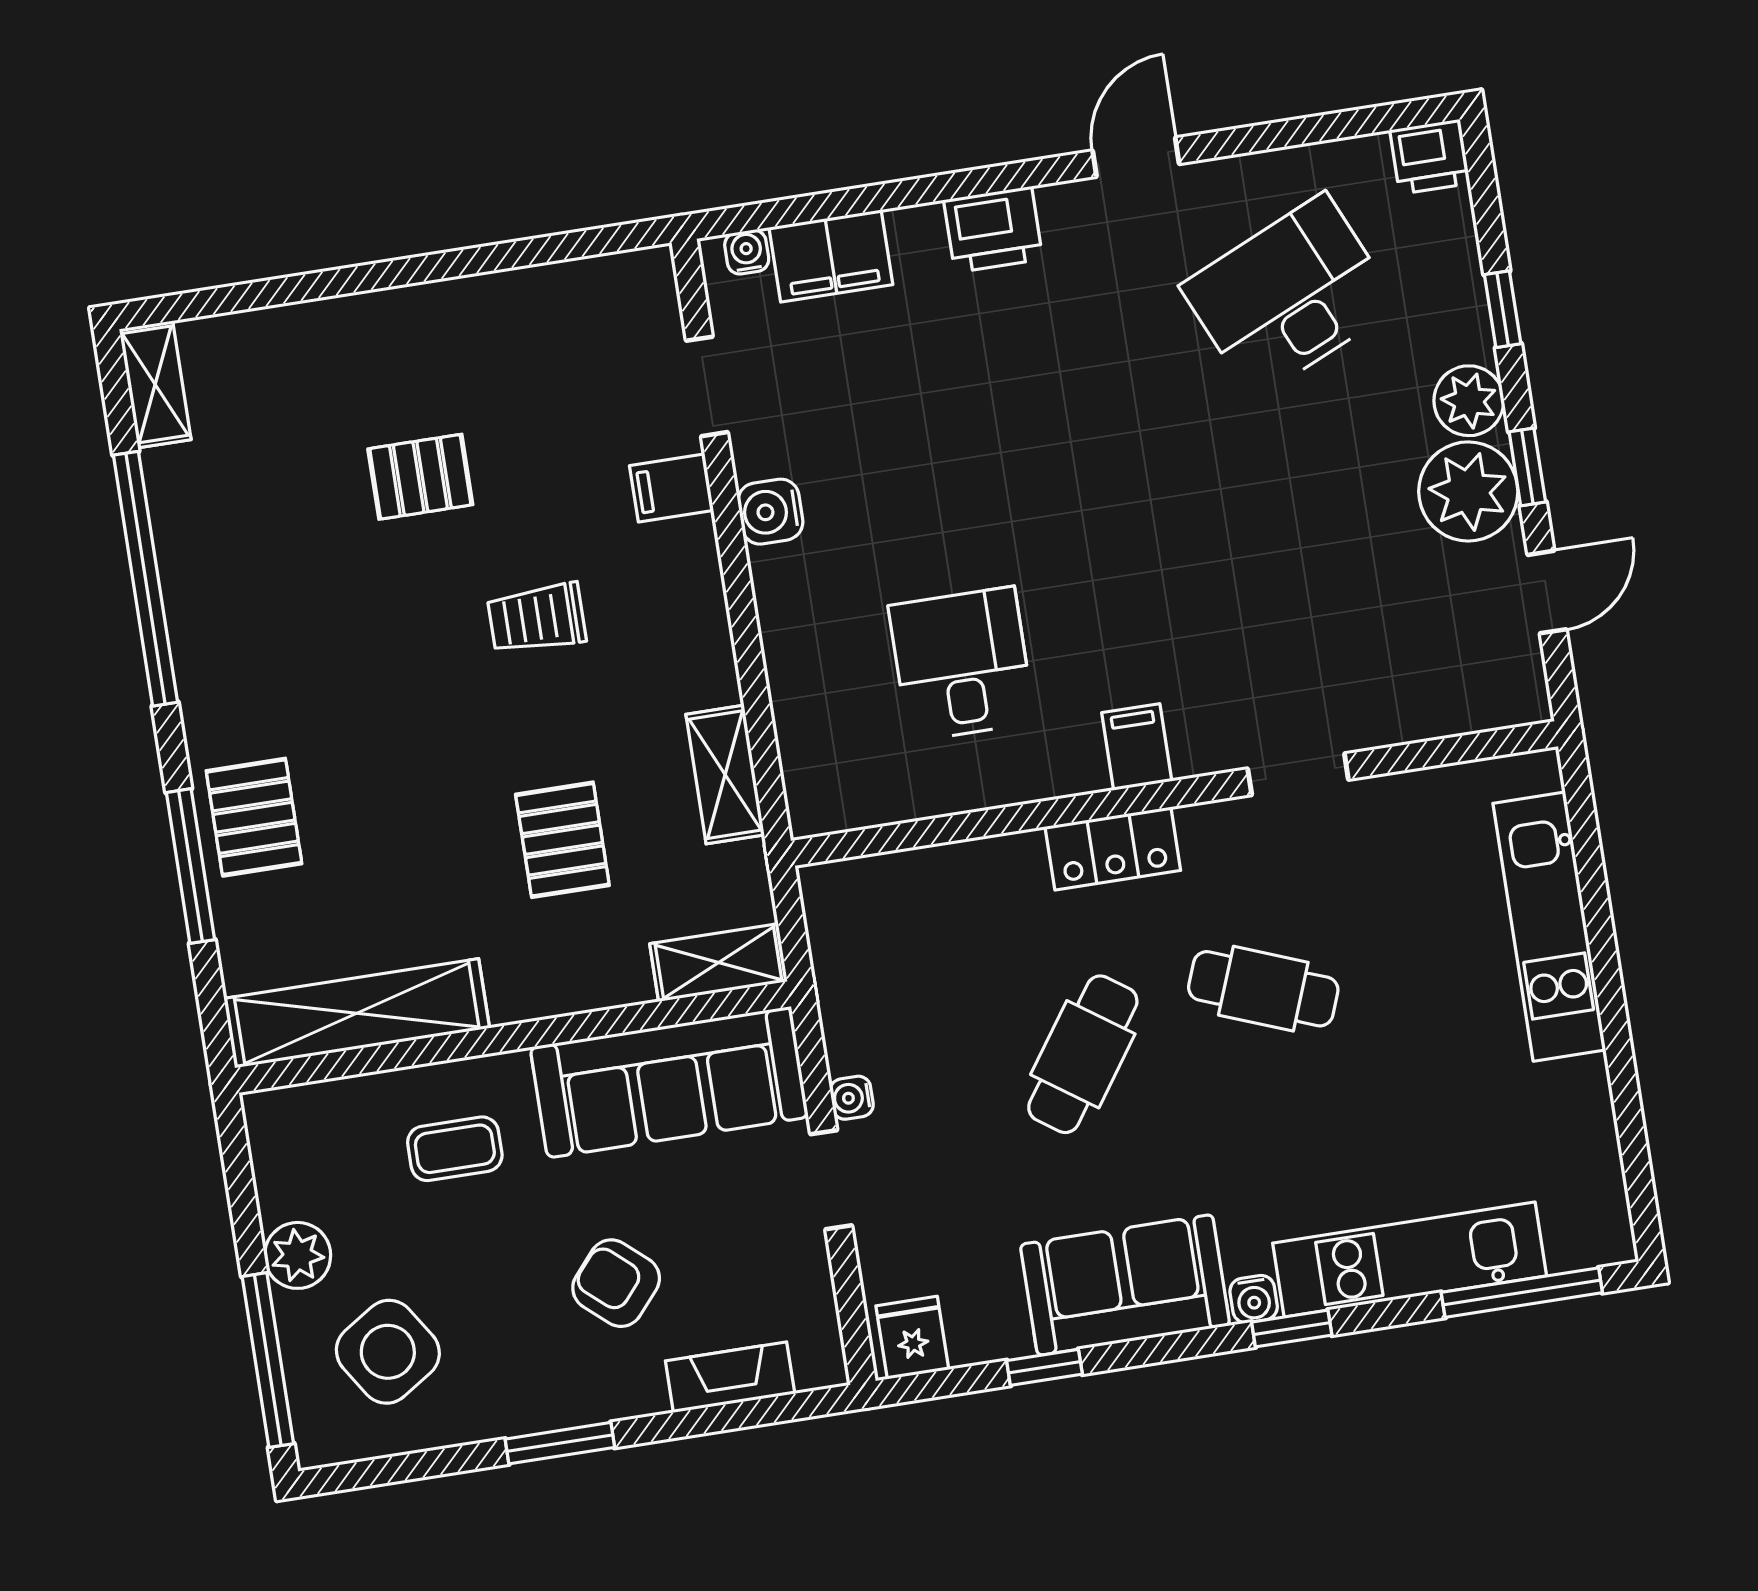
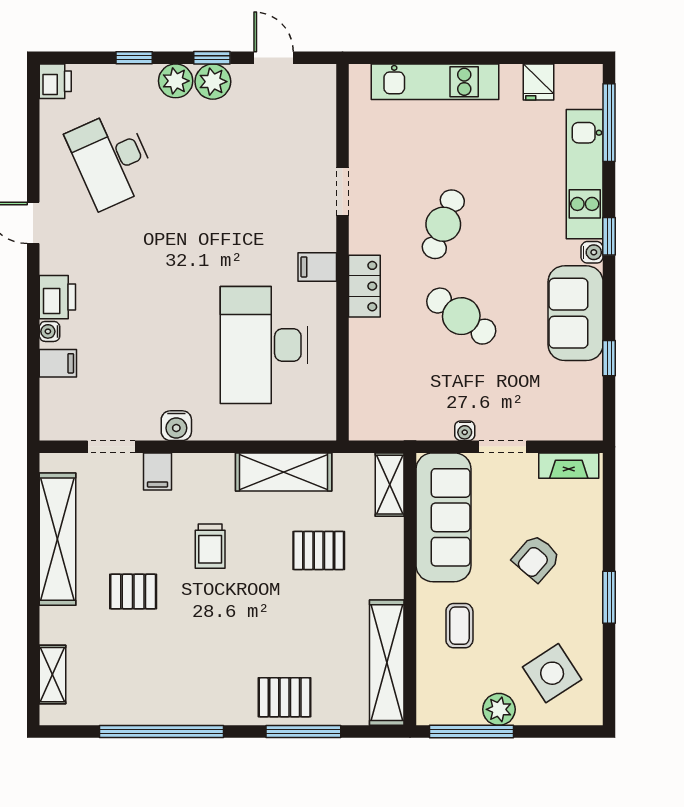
water cooler: (747, 252) -> (50, 331), moved
filing cabinet: (831, 256) -> (58, 363), width x0.50
shelving: (503, 307) -> (57, 539), added
shelving: (155, 384) -> (53, 675), moved, turned 90
pallet: (420, 477) -> (133, 592), turned 90
plant: (1468, 491) -> (213, 82), width x0.73, depth x0.73
desk: (962, 664) -> (264, 345), width x1.87, depth x1.30
shelving: (725, 775) -> (284, 472), width x1.50, depth x1.33
fridge: (912, 1338) -> (539, 82), moved, turned -90
window: (268, 1360) -> (472, 732), moved
fireplace: (730, 1377) -> (569, 466), moved, turned -90

